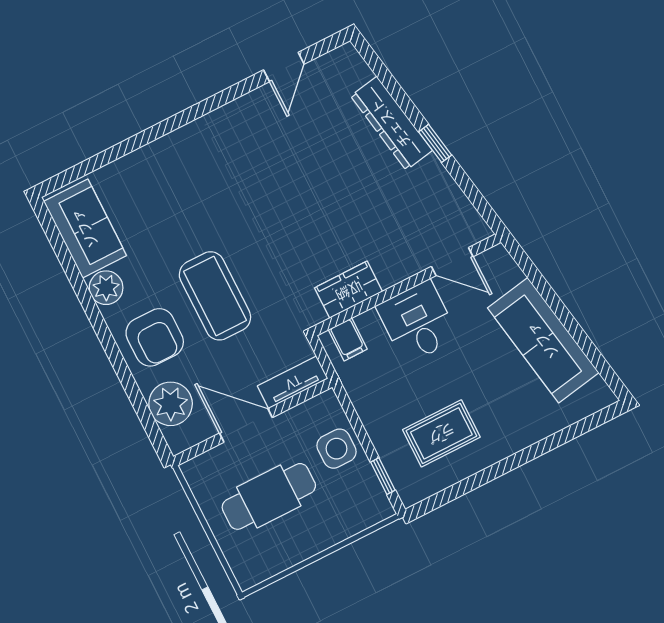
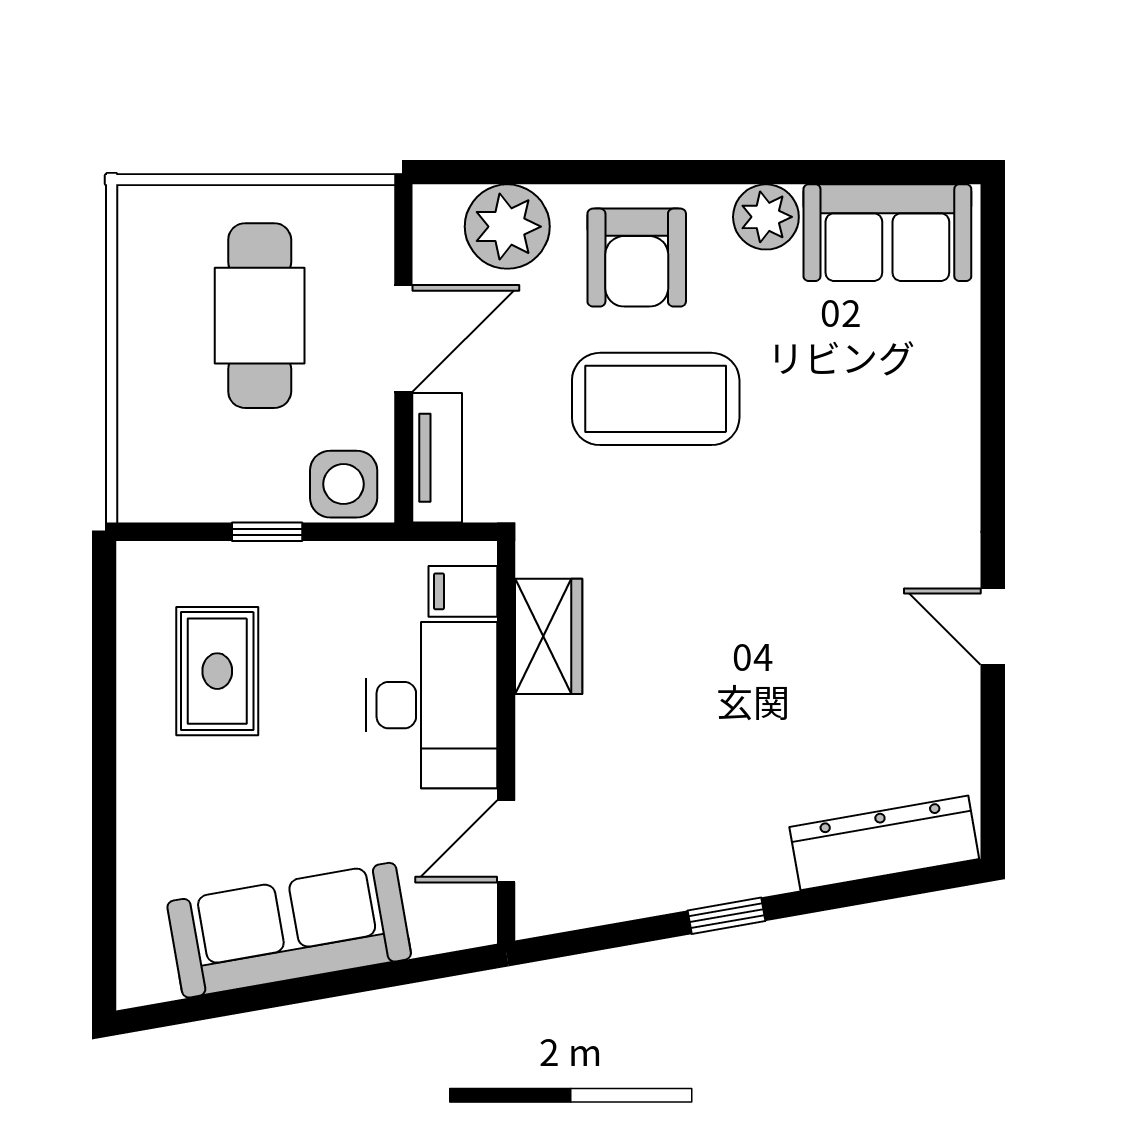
door: (284, 67) -> (993, 627), moved
dresser: (391, 123) -> (884, 843), moved
desk: (417, 322) -> (432, 705), width x1.37
armchair: (155, 337) -> (637, 258), turned -90
side table: (337, 449) -> (344, 484), moved
window: (383, 476) -> (267, 532), moved

